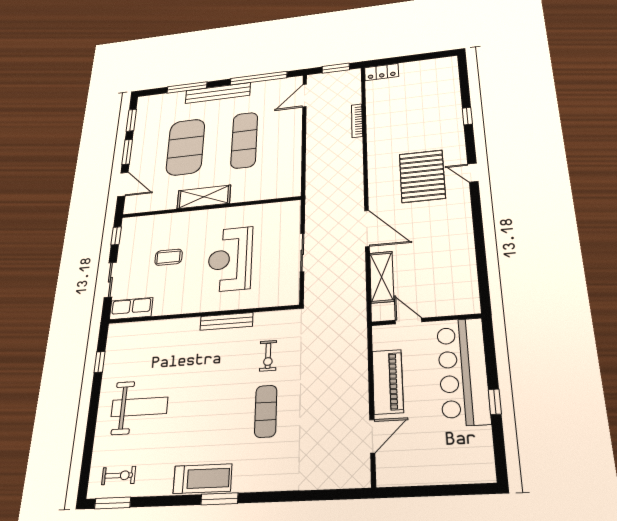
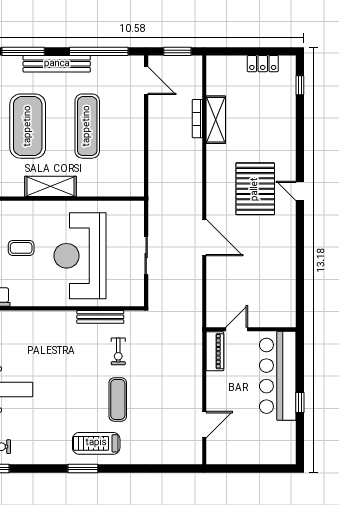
locker: (382, 72) -> (263, 64), moved
door: (305, 96) -> (146, 81), swing flipped
window: (467, 116) -> (300, 85), moved
reception desk: (230, 259) -> (80, 256), width x1.36, depth x1.30
shelving: (382, 277) -> (216, 120), moved
bench: (226, 321) -> (100, 317), moved
door: (409, 321) -> (237, 329), hinge flipped
piano: (388, 382) -> (215, 351), moved, width x0.73, depth x0.75
treadmill: (203, 479) -> (96, 443), moved, turned 180

